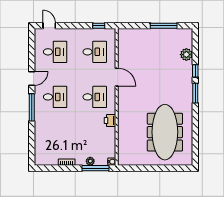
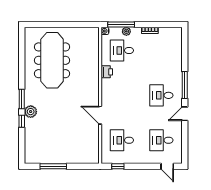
plant: (186, 55) -> (31, 112), moved
desk: (95, 97) -> (122, 50), moved

